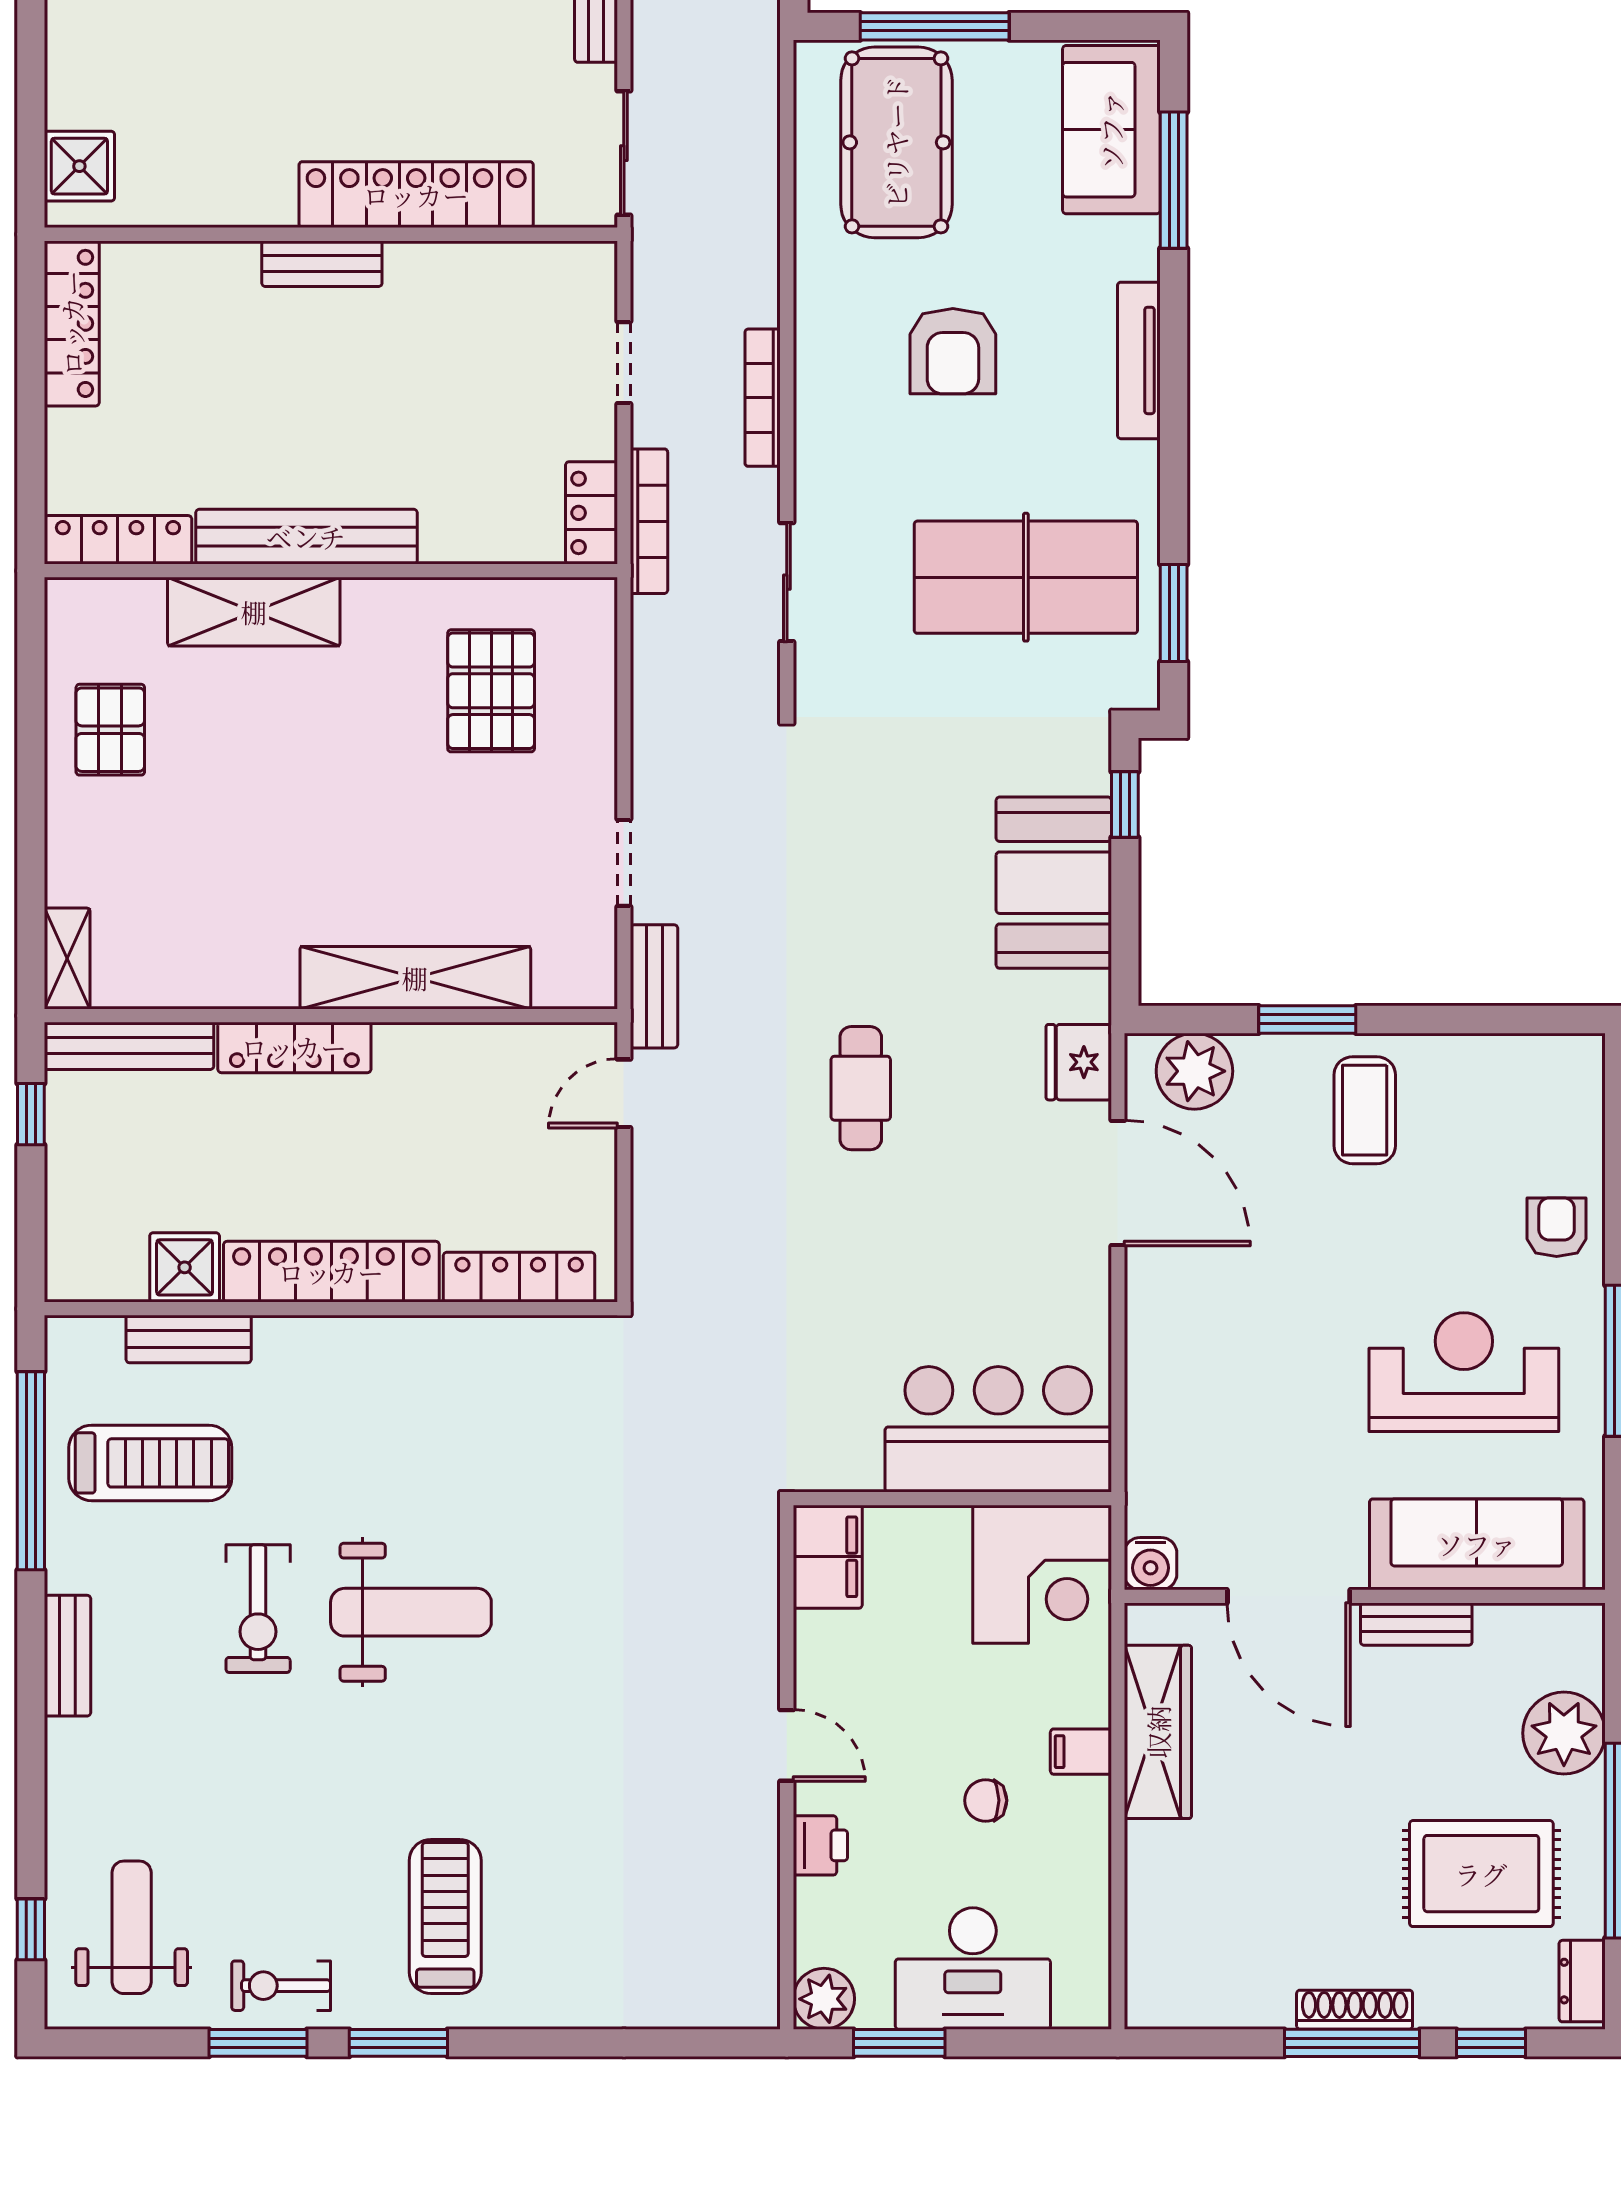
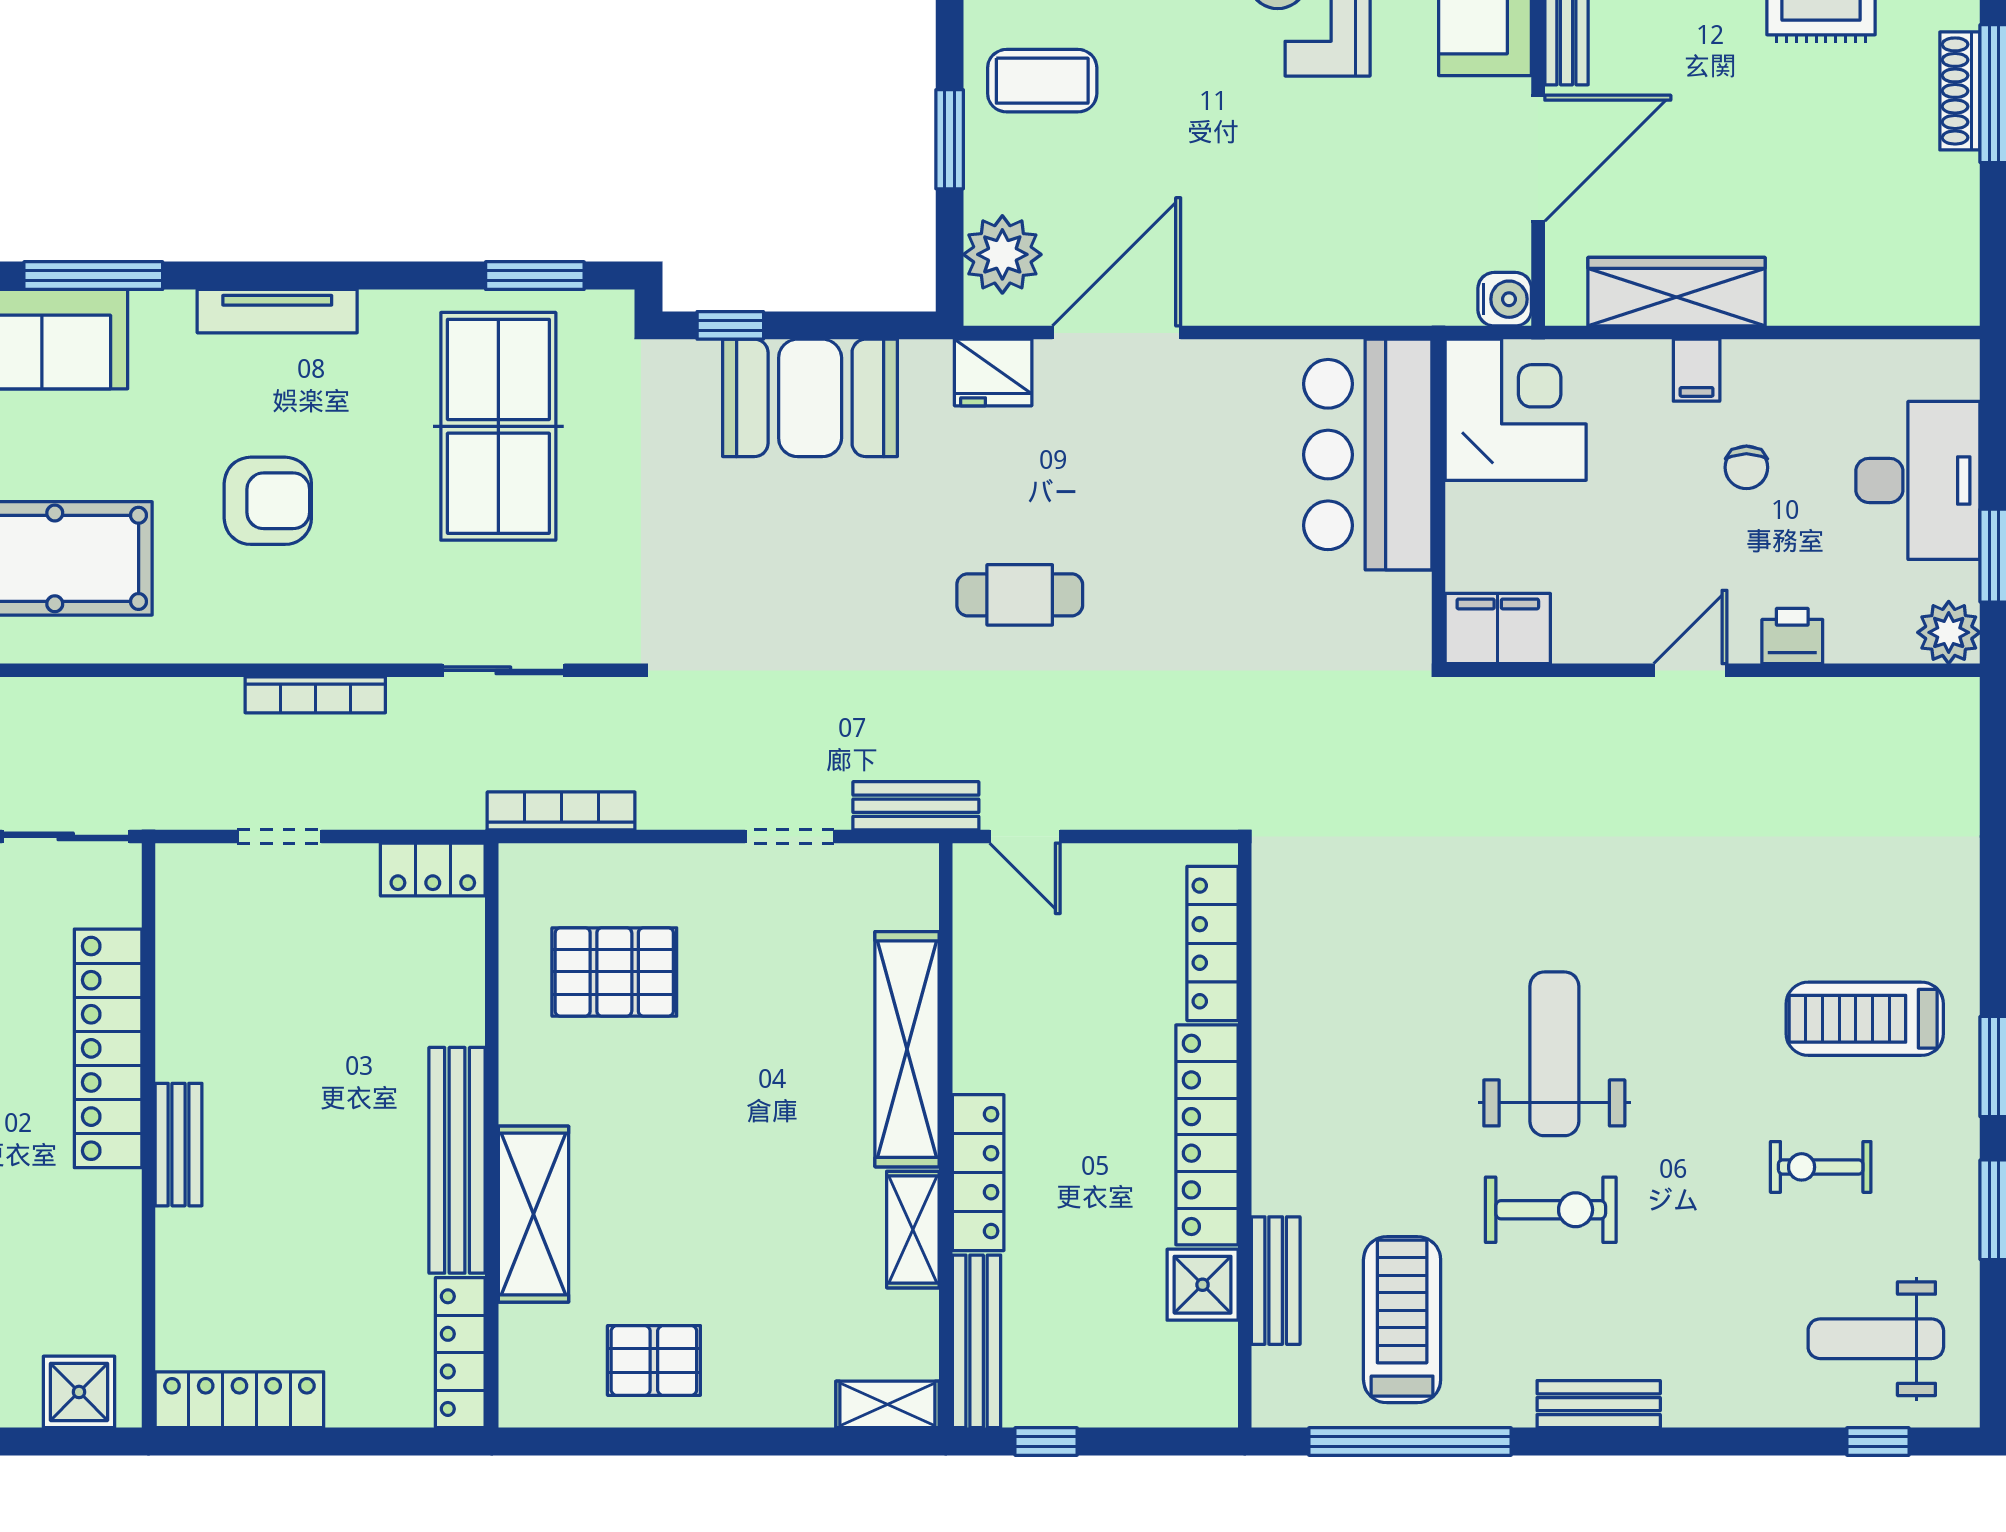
bookcase: (649, 521) -> (561, 811), moved
shelving: (239, 983) -> (913, 1230), added
exercise bike: (281, 1986) -> (1821, 1167), moved, turned 90

